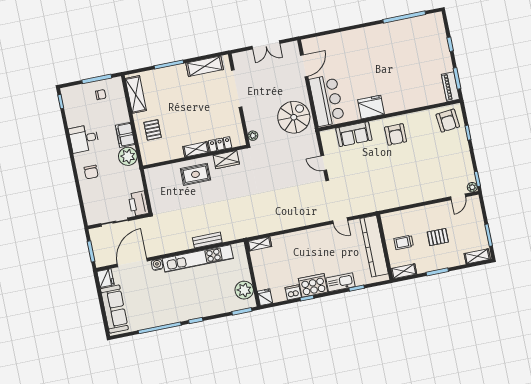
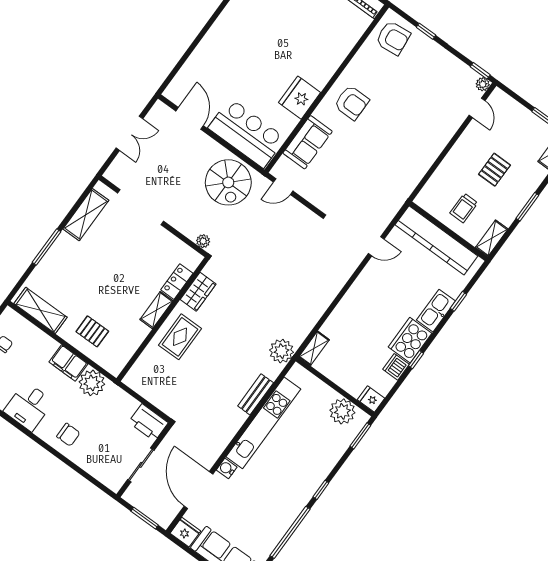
spiral stairs: (294, 117) -> (228, 182), turned 180
door: (324, 163) -> (283, 187), moved
plant: (241, 230) -> (282, 351), added

